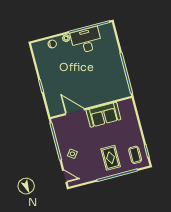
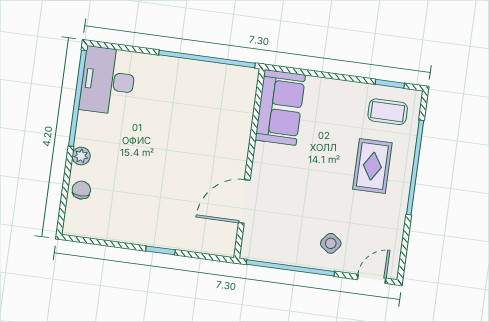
desk: (86, 40) -> (108, 81), moved
sofa: (103, 115) -> (280, 107), moved
rug: (111, 158) -> (372, 166), turned 90

